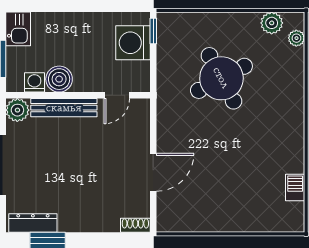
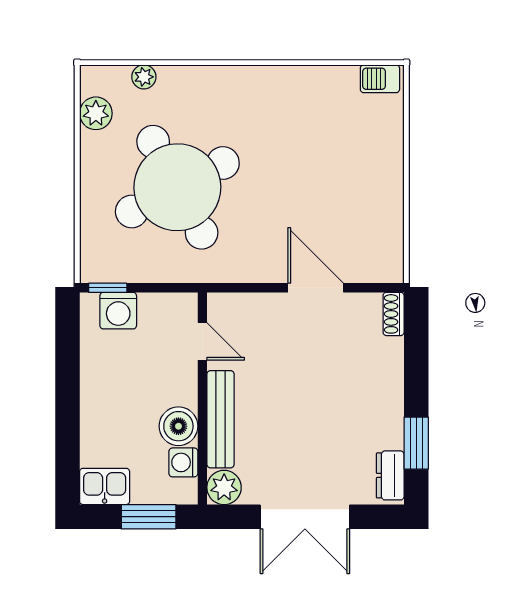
plant: (296, 38) -> (144, 77), moved
washing machine: (133, 43) -> (118, 311), width x0.73, depth x0.73
round table: (221, 78) -> (177, 187), width x1.36, depth x1.36
barbecue: (295, 188) -> (380, 79), moved
dresser: (33, 223) -> (390, 475), width x0.70

